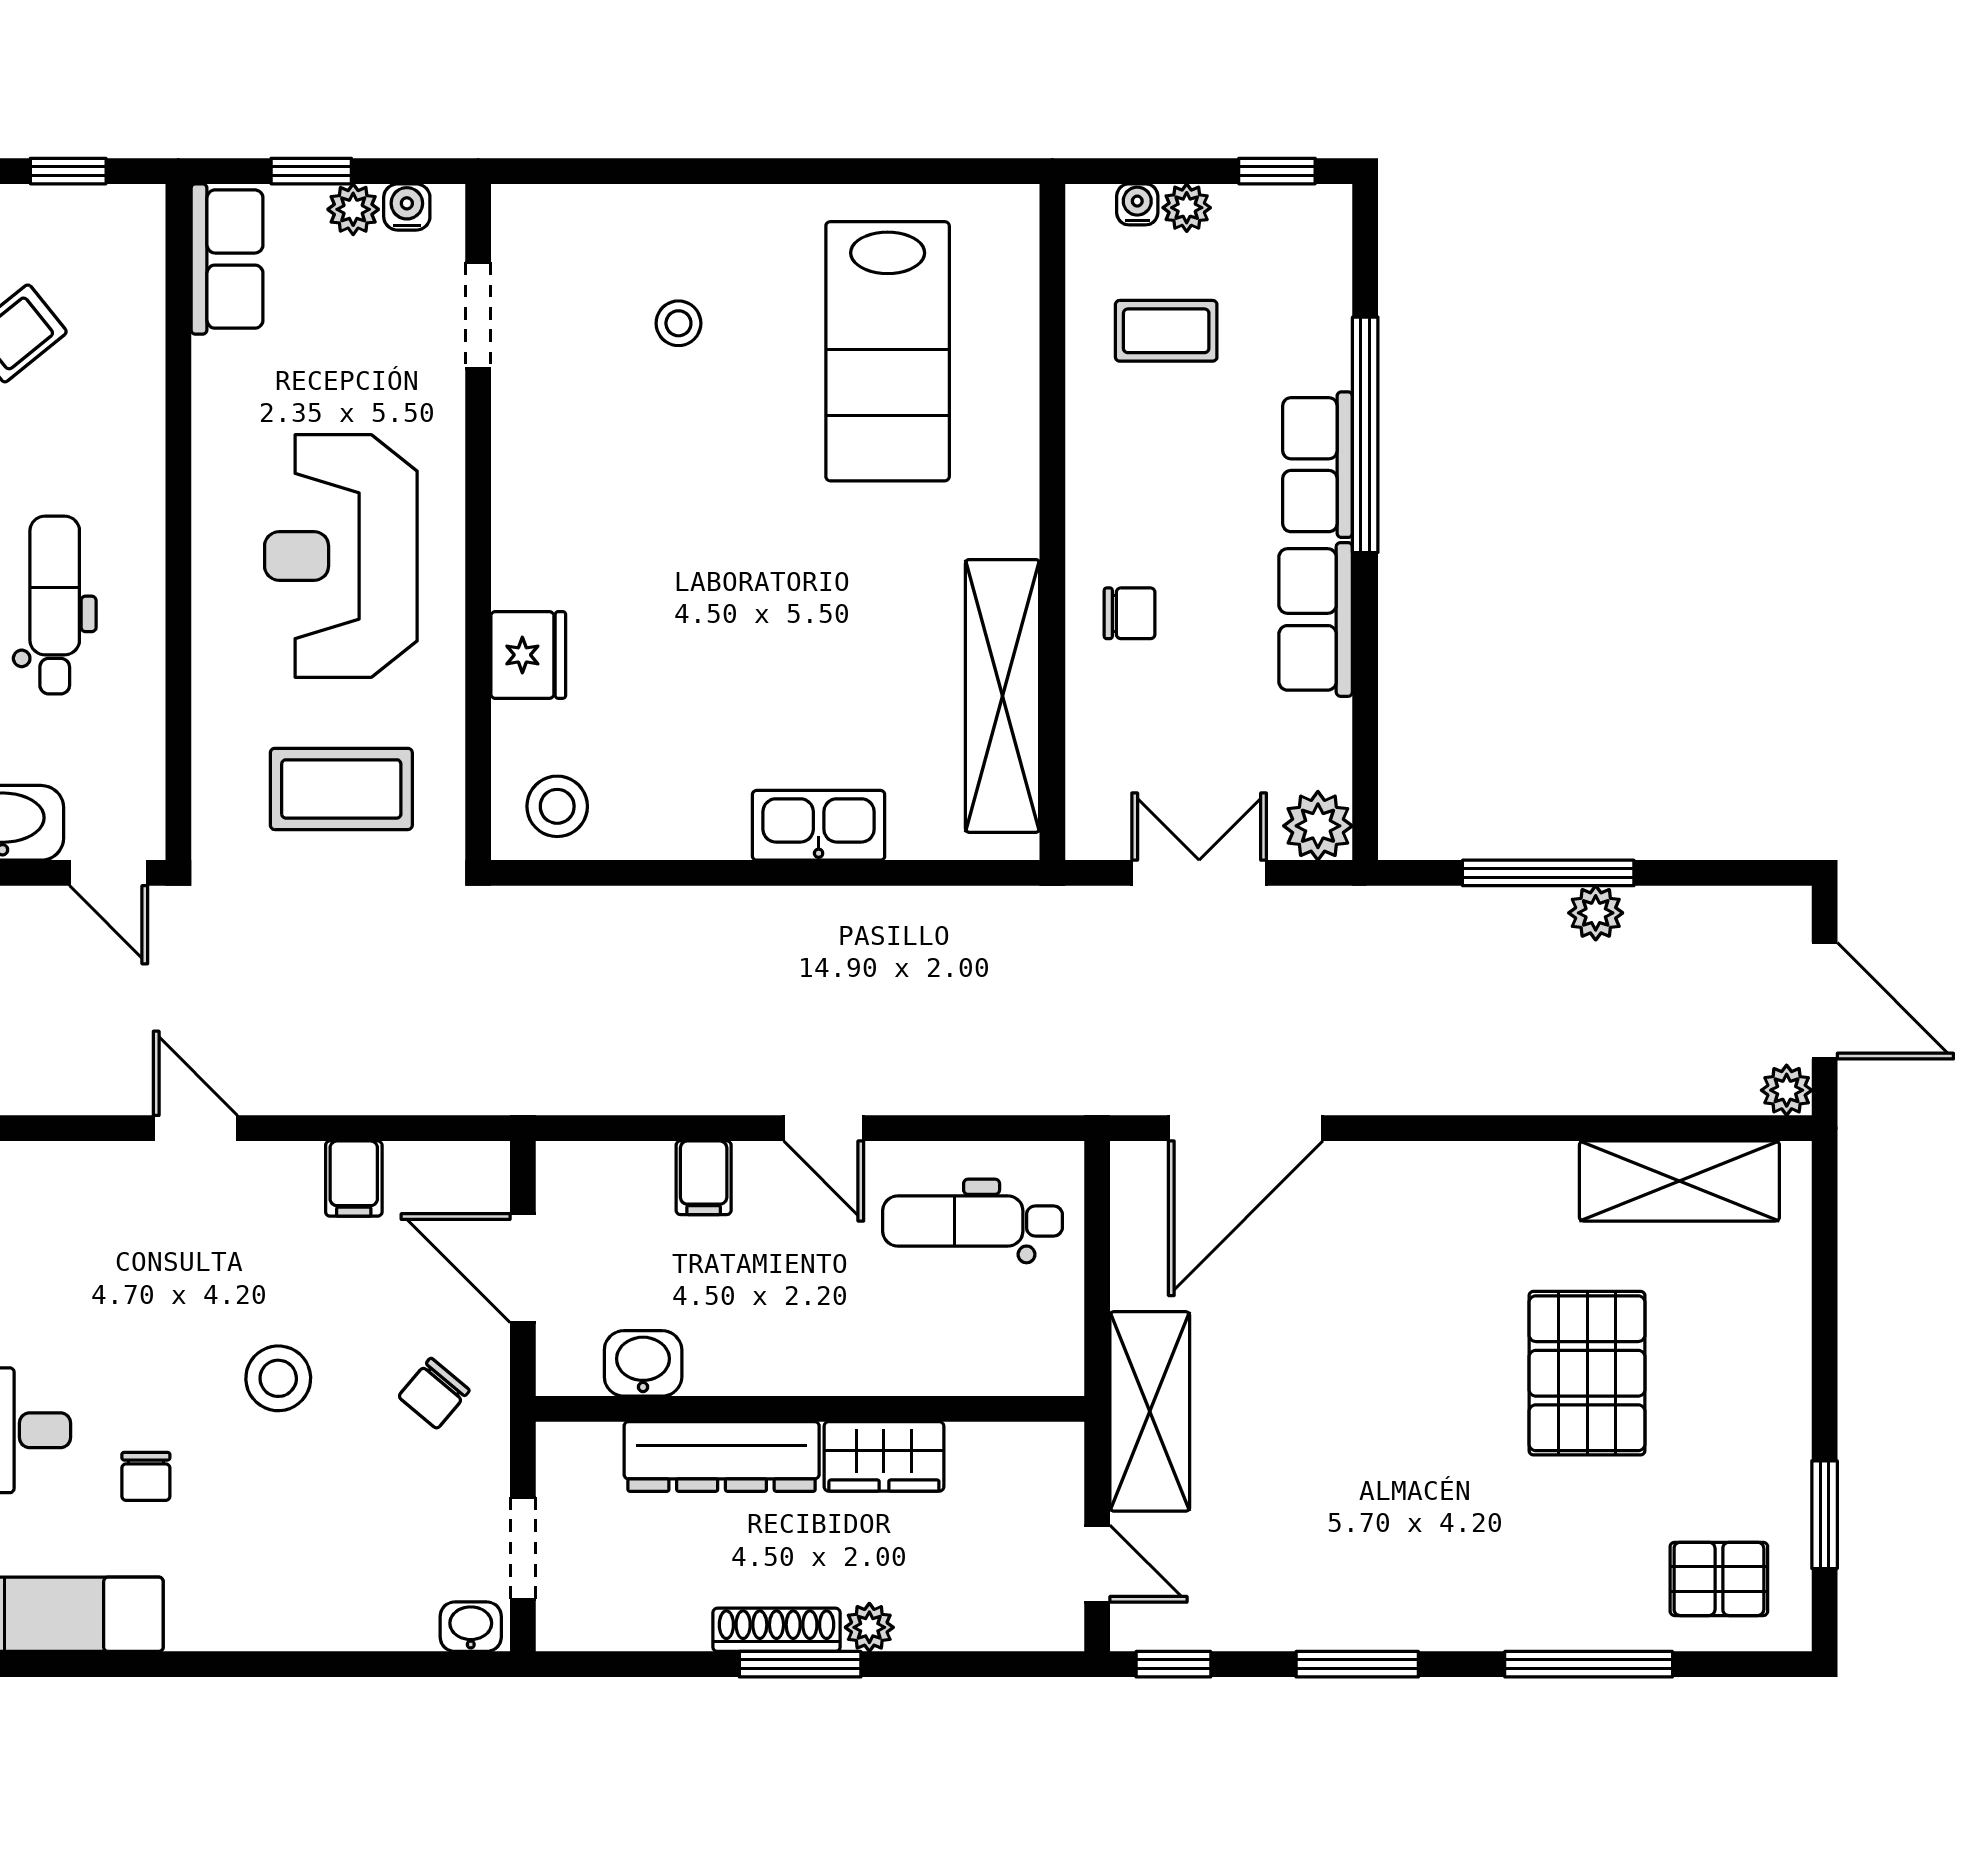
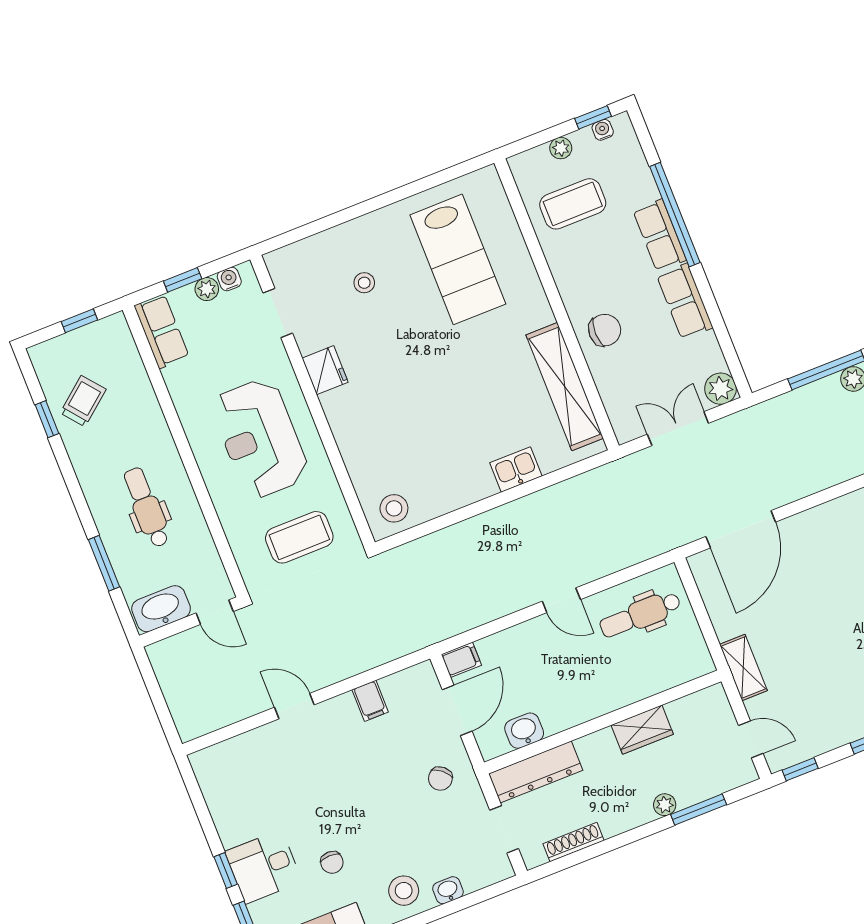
water cooler: (1137, 204) -> (603, 130), moved
coffee table: (1166, 331) -> (573, 204), width x1.36, depth x1.30
chair: (1130, 613) -> (605, 330), width x1.37, depth x1.37
fridge: (528, 655) -> (325, 370), moved
kitchen sink: (819, 825) -> (516, 469), width x0.73
filing cabinet: (704, 1178) -> (461, 660), moved, turned -90
door: (523, 1268) -> (457, 710), swing flipped
stool: (278, 1378) -> (404, 891), moved
shelving: (1150, 1411) -> (743, 667), width x0.67, depth x0.75
dresser: (722, 1457) -> (536, 772), moved
washbasin: (471, 1627) -> (448, 890), moved
shoe rack: (776, 1630) -> (573, 842), moved
window: (800, 1664) -> (699, 809), moved

